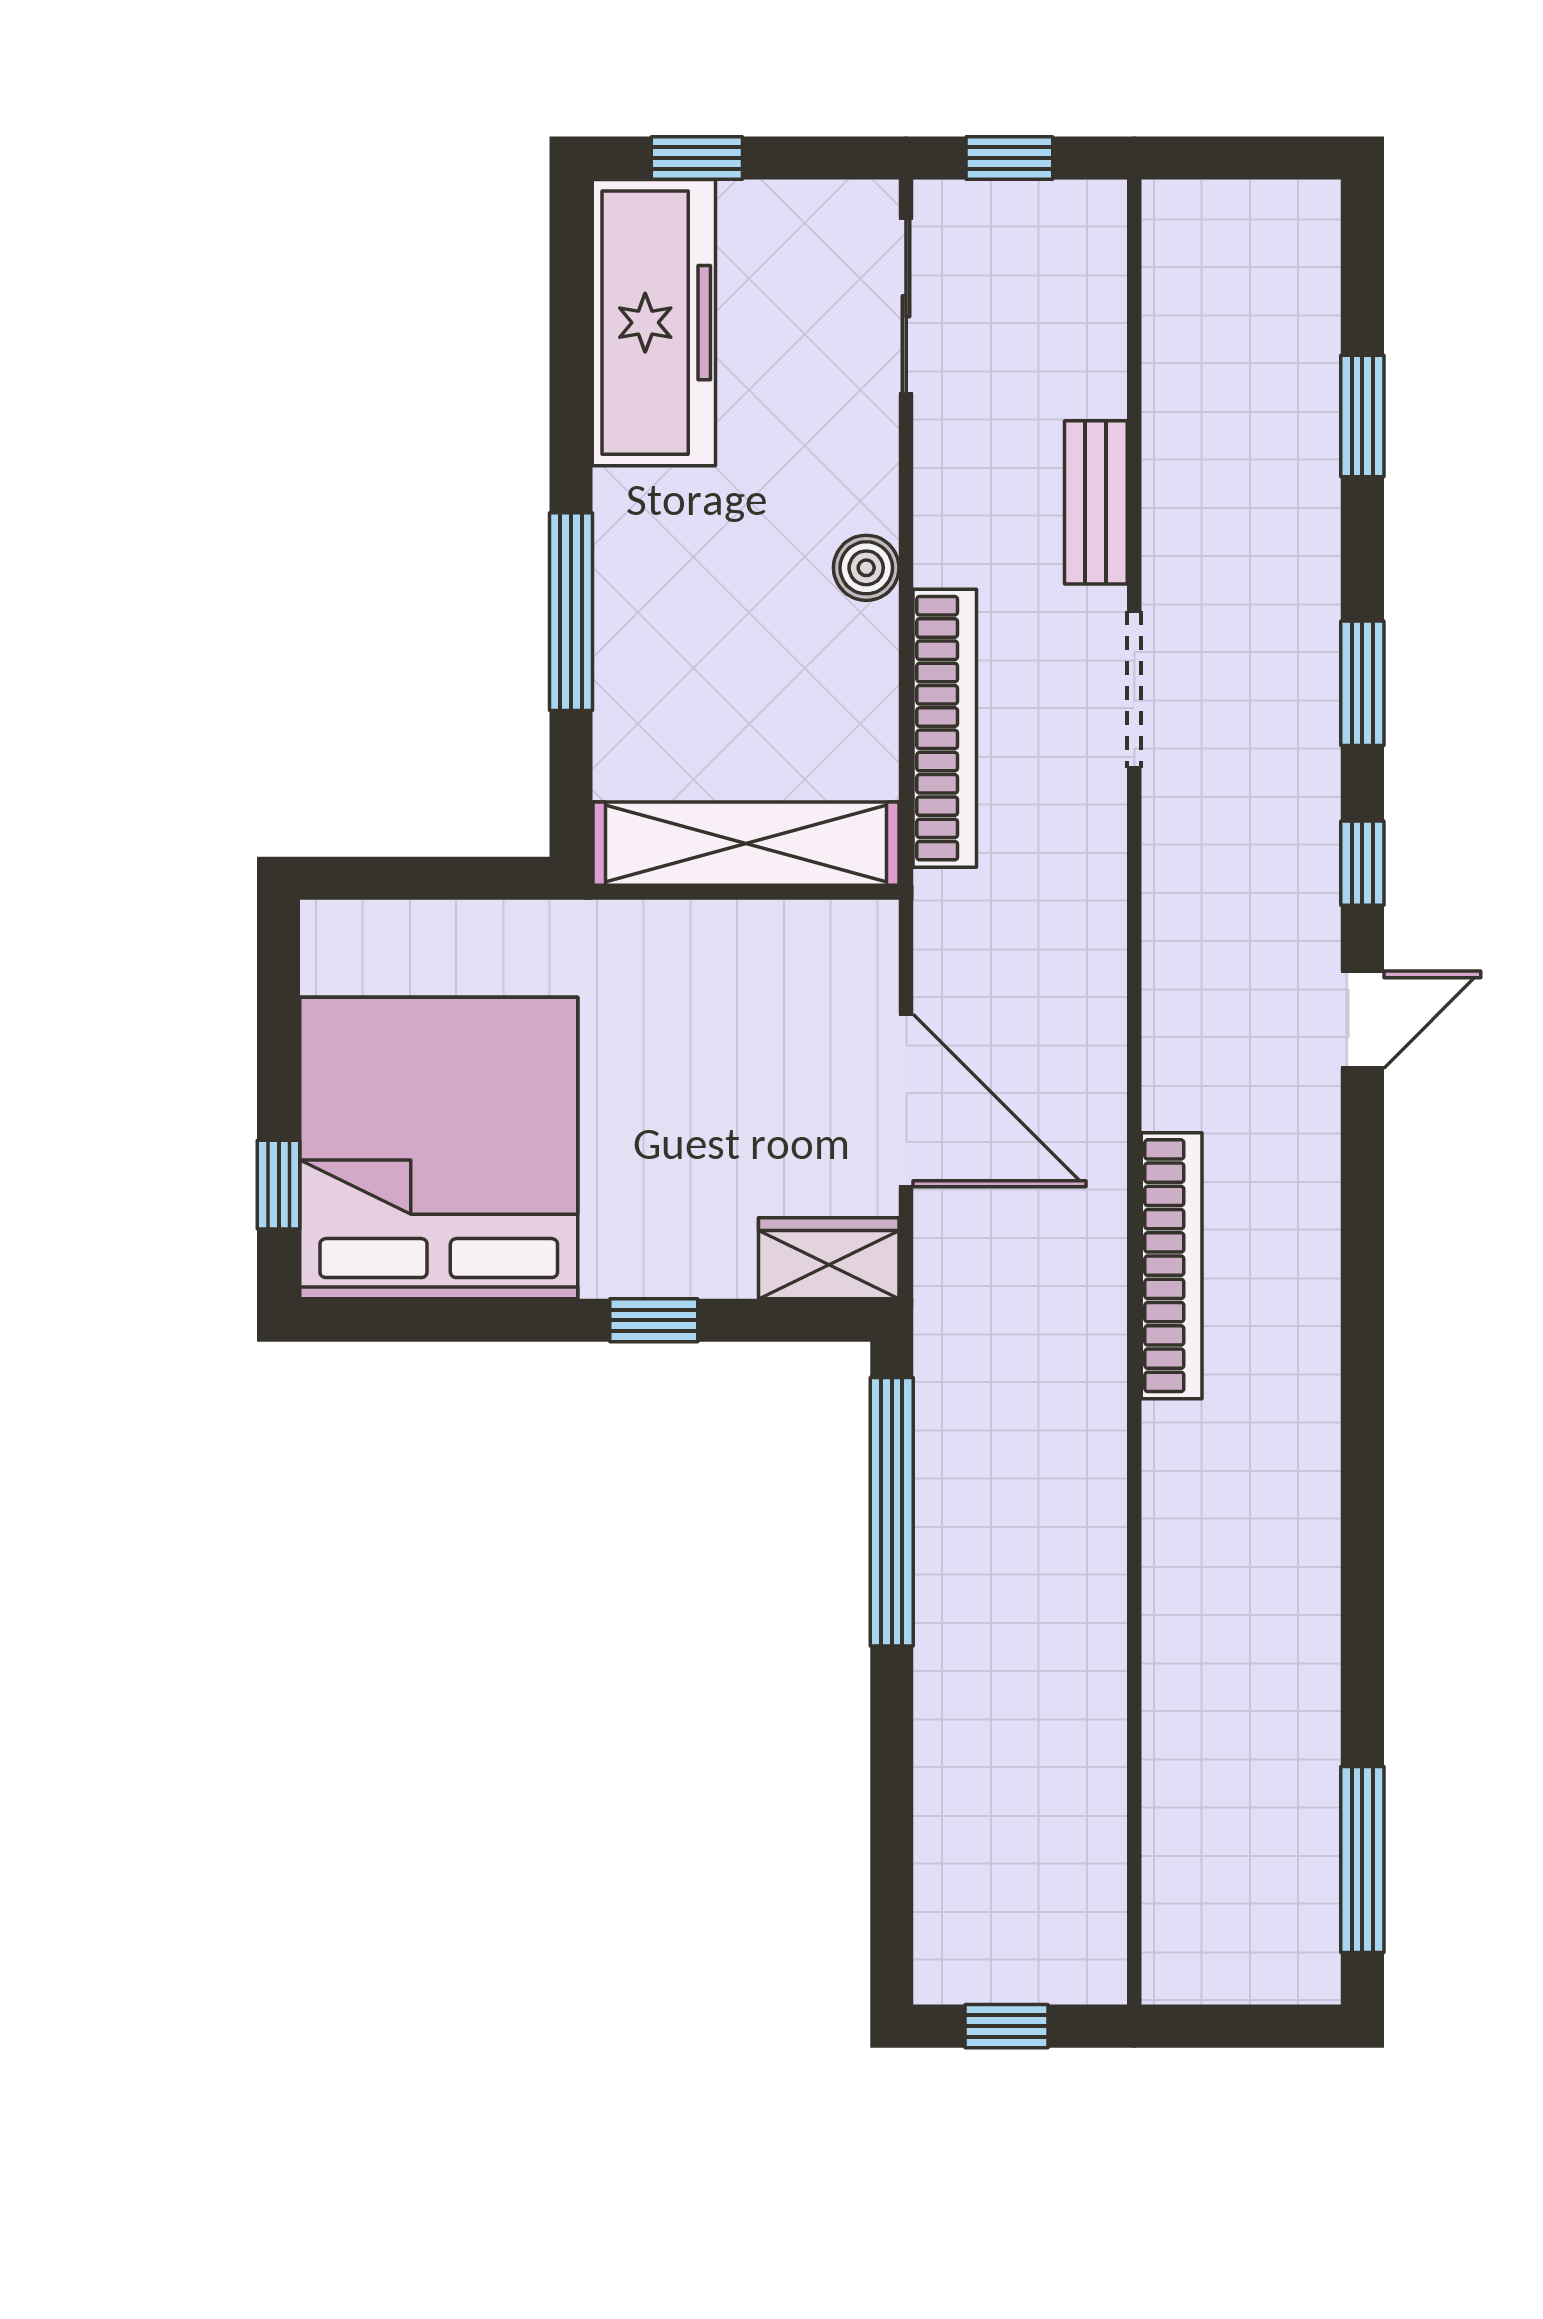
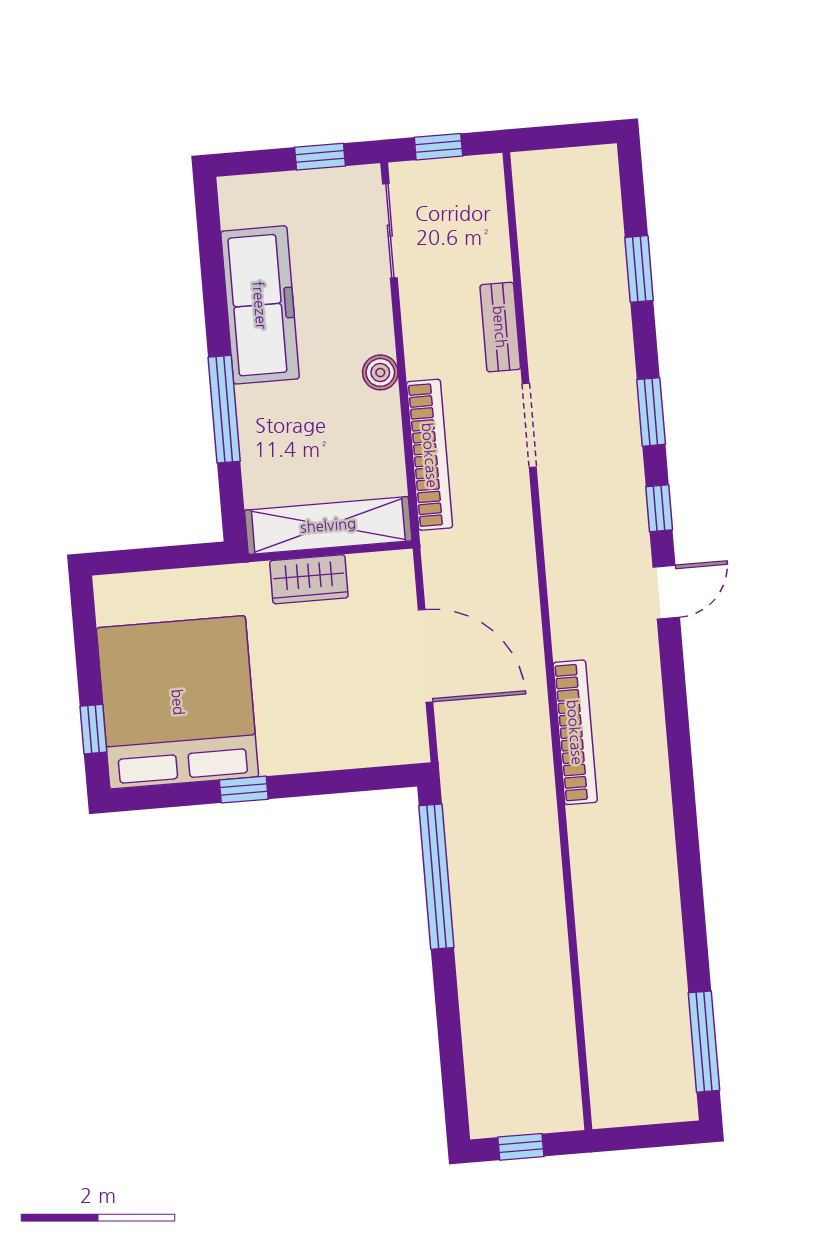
window: (697, 158) -> (320, 157), moved
freezer: (654, 323) -> (260, 305), moved
wardrobe: (829, 1258) -> (309, 579), moved, turned 180
window: (654, 1320) -> (244, 790), moved

